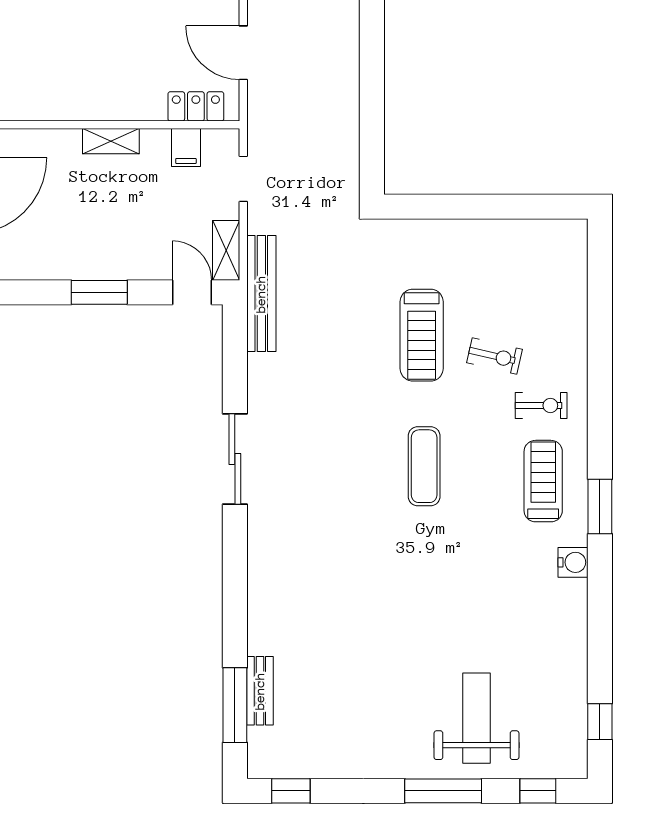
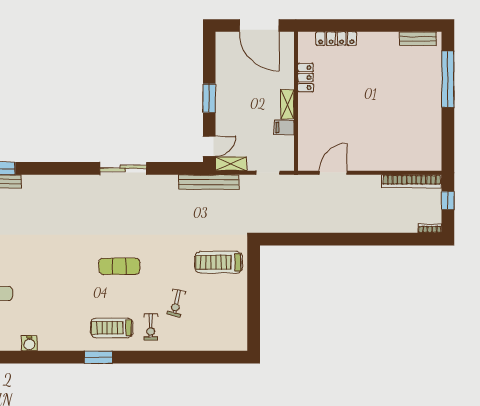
locker: (196, 106) -> (305, 78), moved
filing cabinet: (186, 148) -> (284, 128), moved
treadmill: (422, 335) -> (219, 262), moved
treadmill: (543, 481) -> (112, 328), turned 180
water cooler: (573, 562) -> (29, 343), moved

